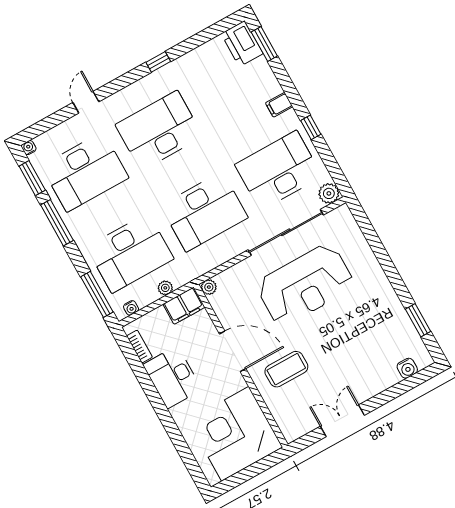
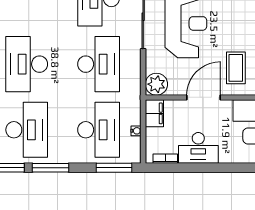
plant: (209, 287) -> (156, 84), width x1.88, depth x1.88
plant: (165, 288) -> (135, 119), removed
water cooler: (131, 308) -> (136, 131), moved

